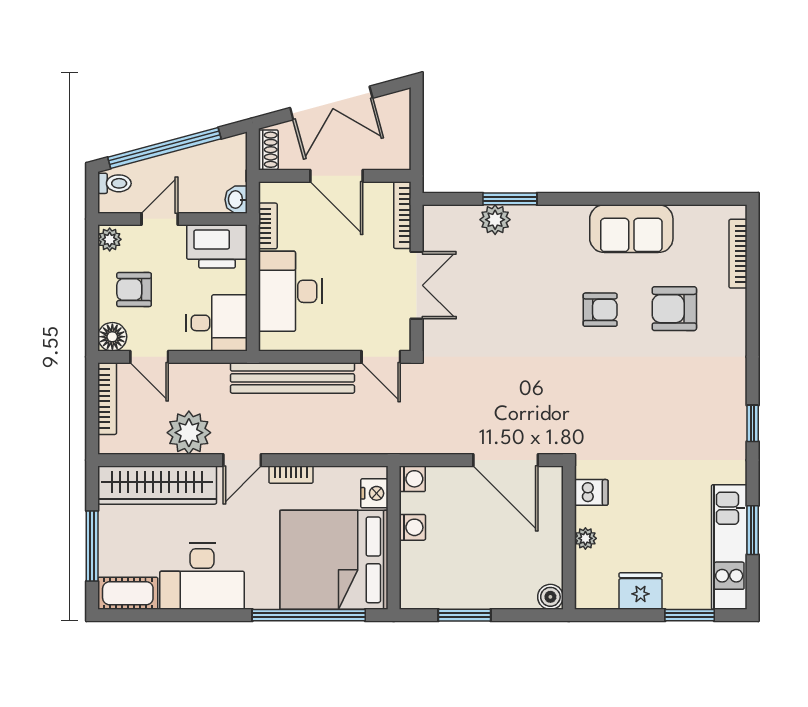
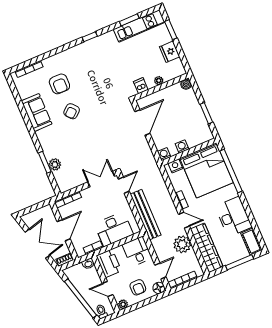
double door: (417, 285) -> (101, 179), moved
armchair: (600, 310) -> (72, 111), turned -131

